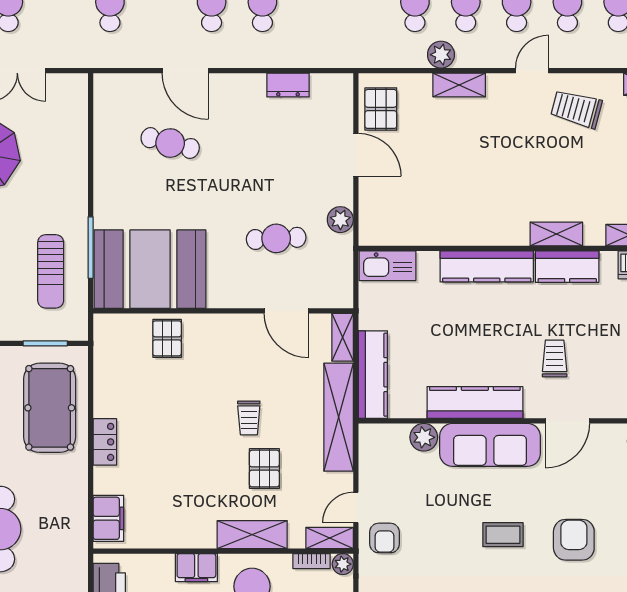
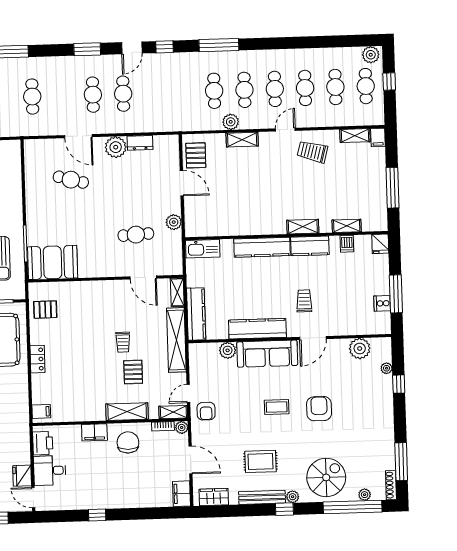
plant: (247, 91) -> (116, 147), added
booth: (150, 269) -> (53, 262), width x0.73, depth x0.70
pallet: (167, 338) -> (45, 310), moved, turned 90
filing cabinet: (108, 518) -> (41, 411), width x0.50

